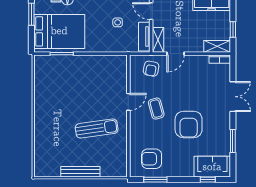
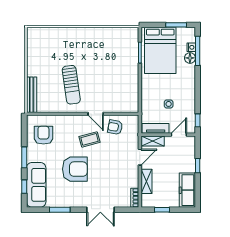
shelving: (217, 46) -> (146, 181), moved
door: (176, 54) -> (140, 157), swing flipped
armchair: (151, 69) -> (115, 127), moved
armchair: (189, 124) -> (75, 169), turned 180
sofa: (212, 167) -> (36, 185), width x1.36
bench: (80, 172) -> (32, 95), moved
window: (155, 180) -> (24, 157), moved

